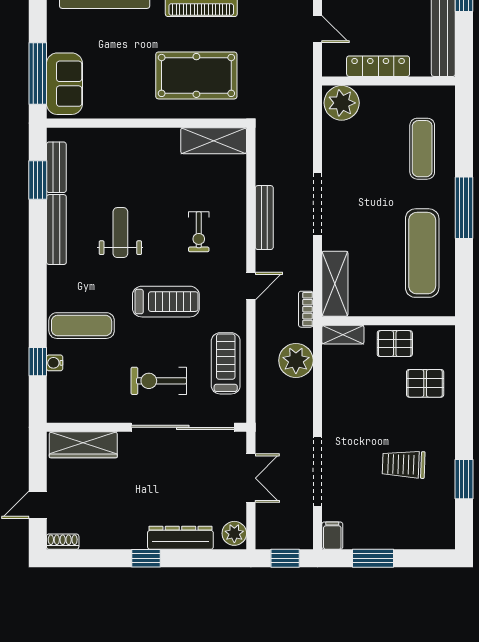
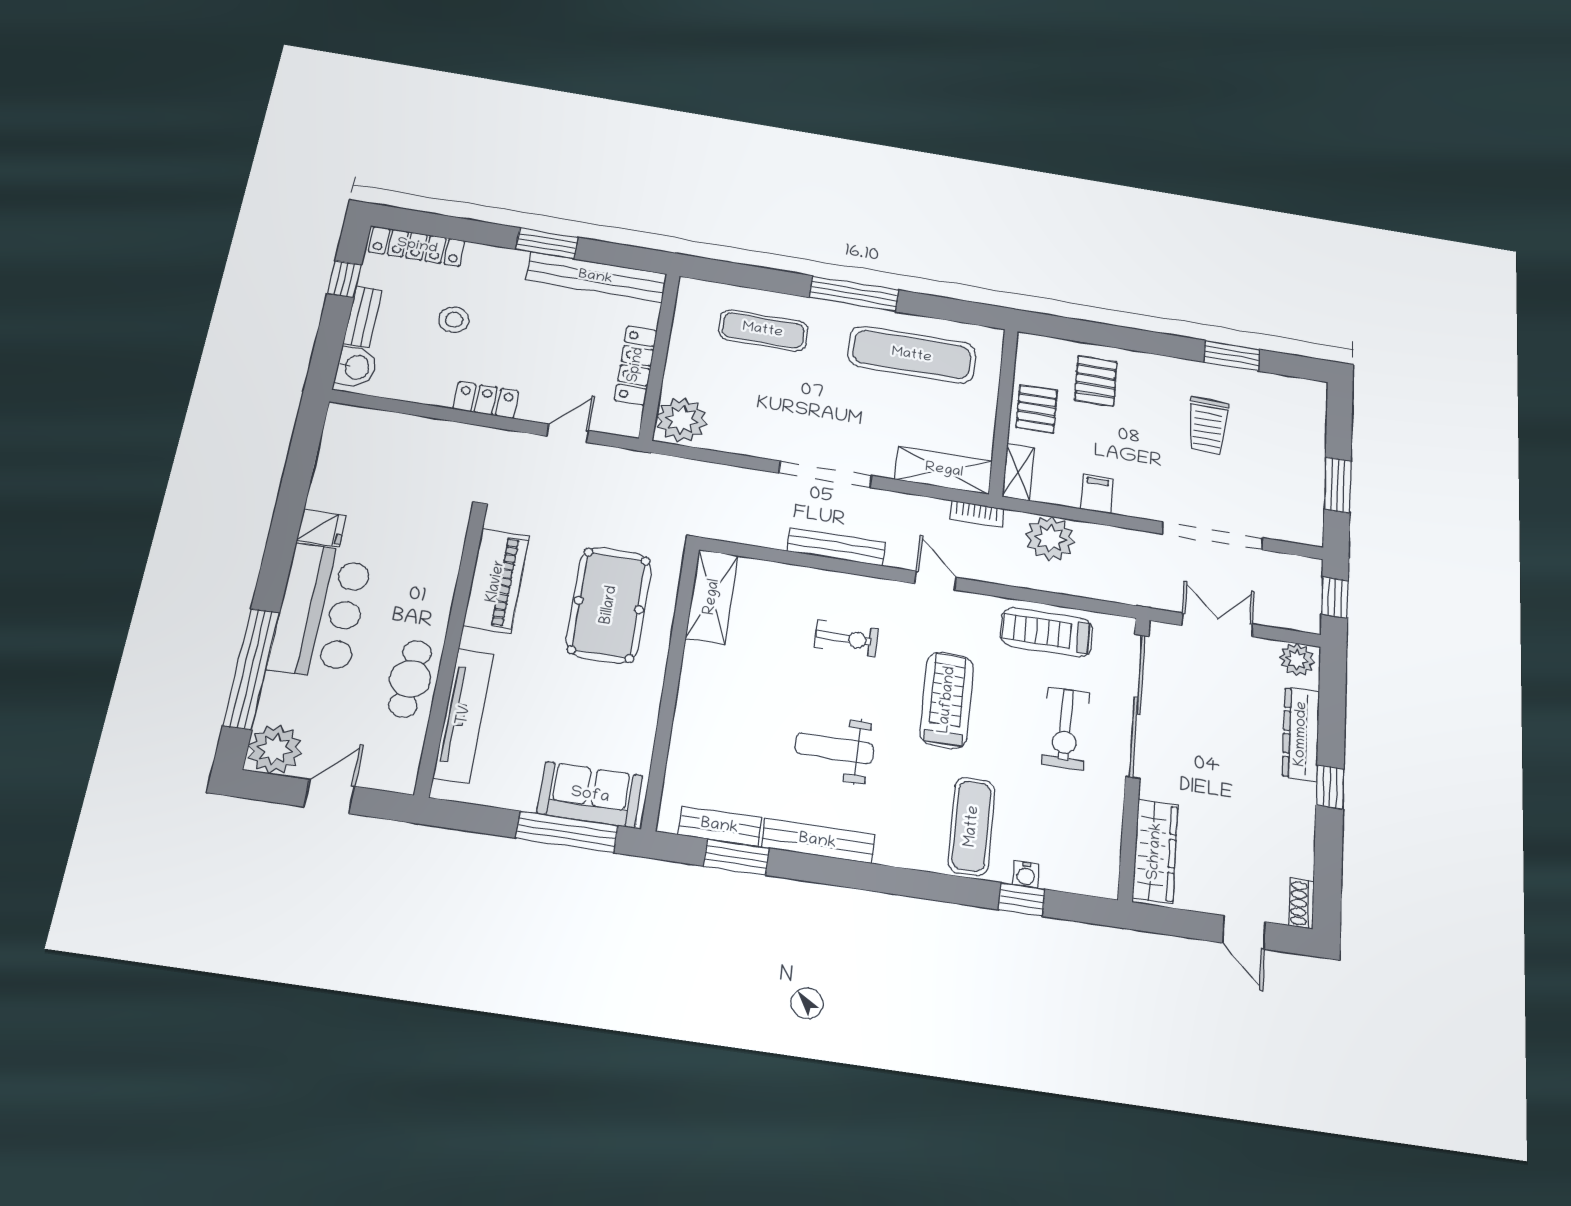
filing cabinet: (332, 536) -> (1097, 494), moved, turned 90

